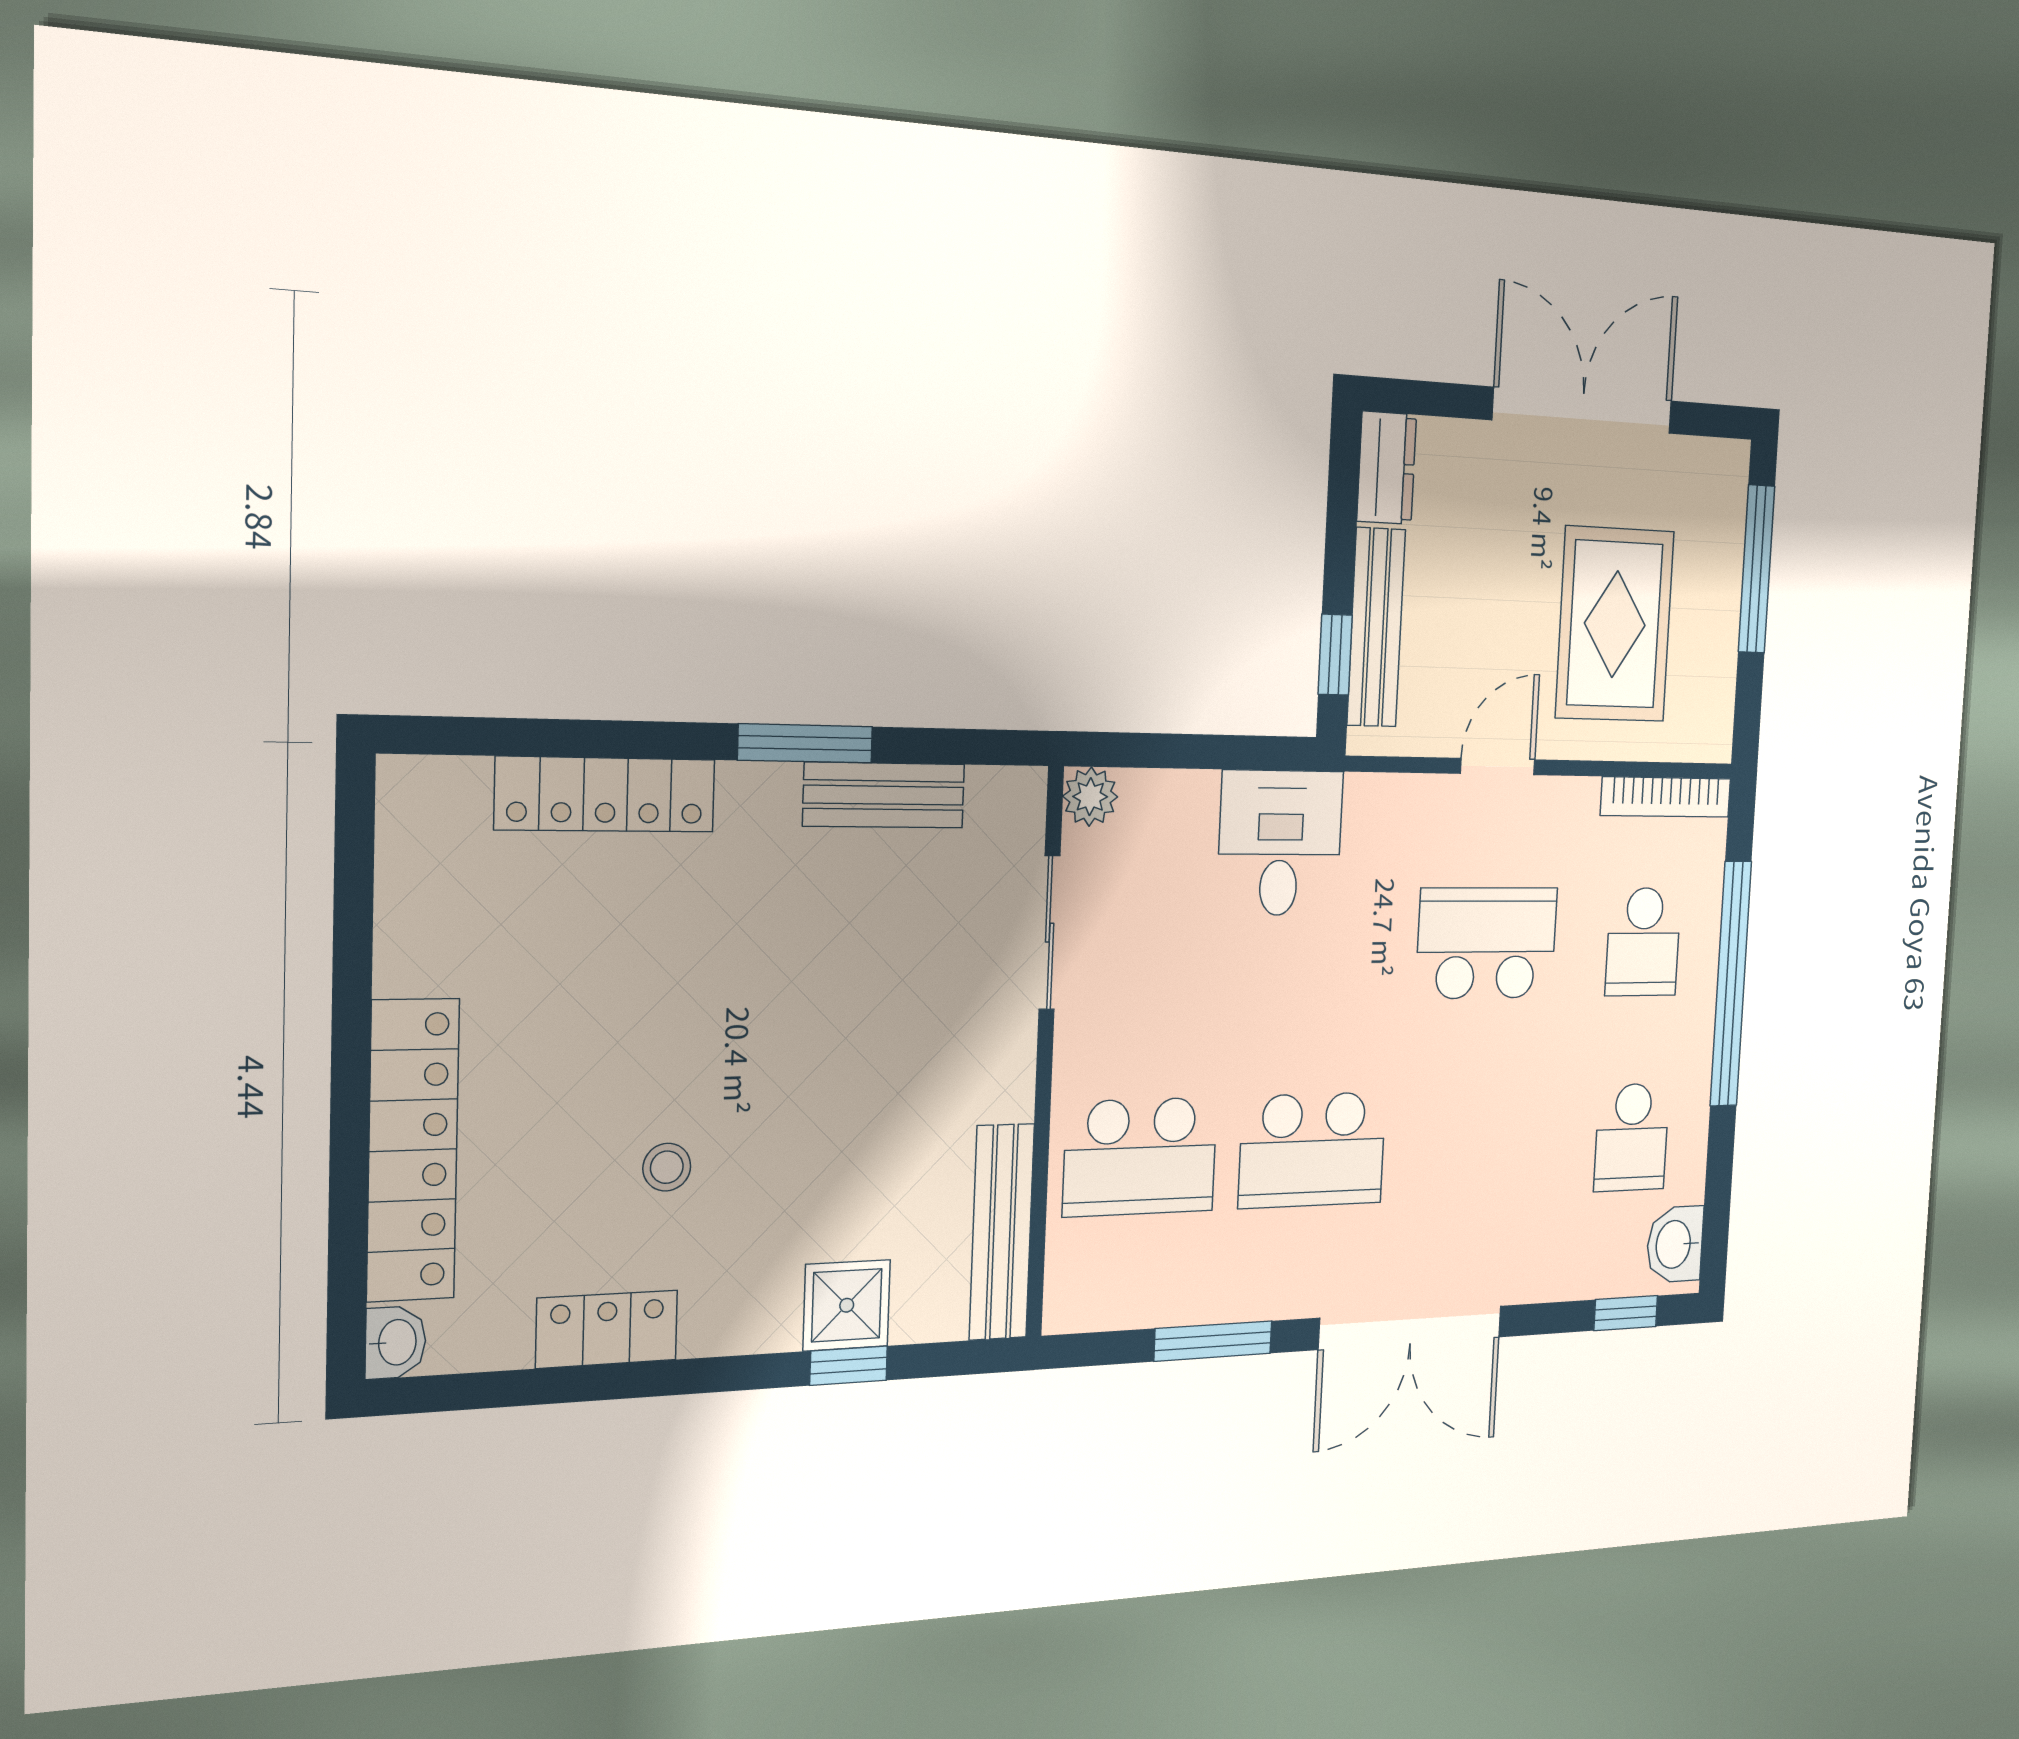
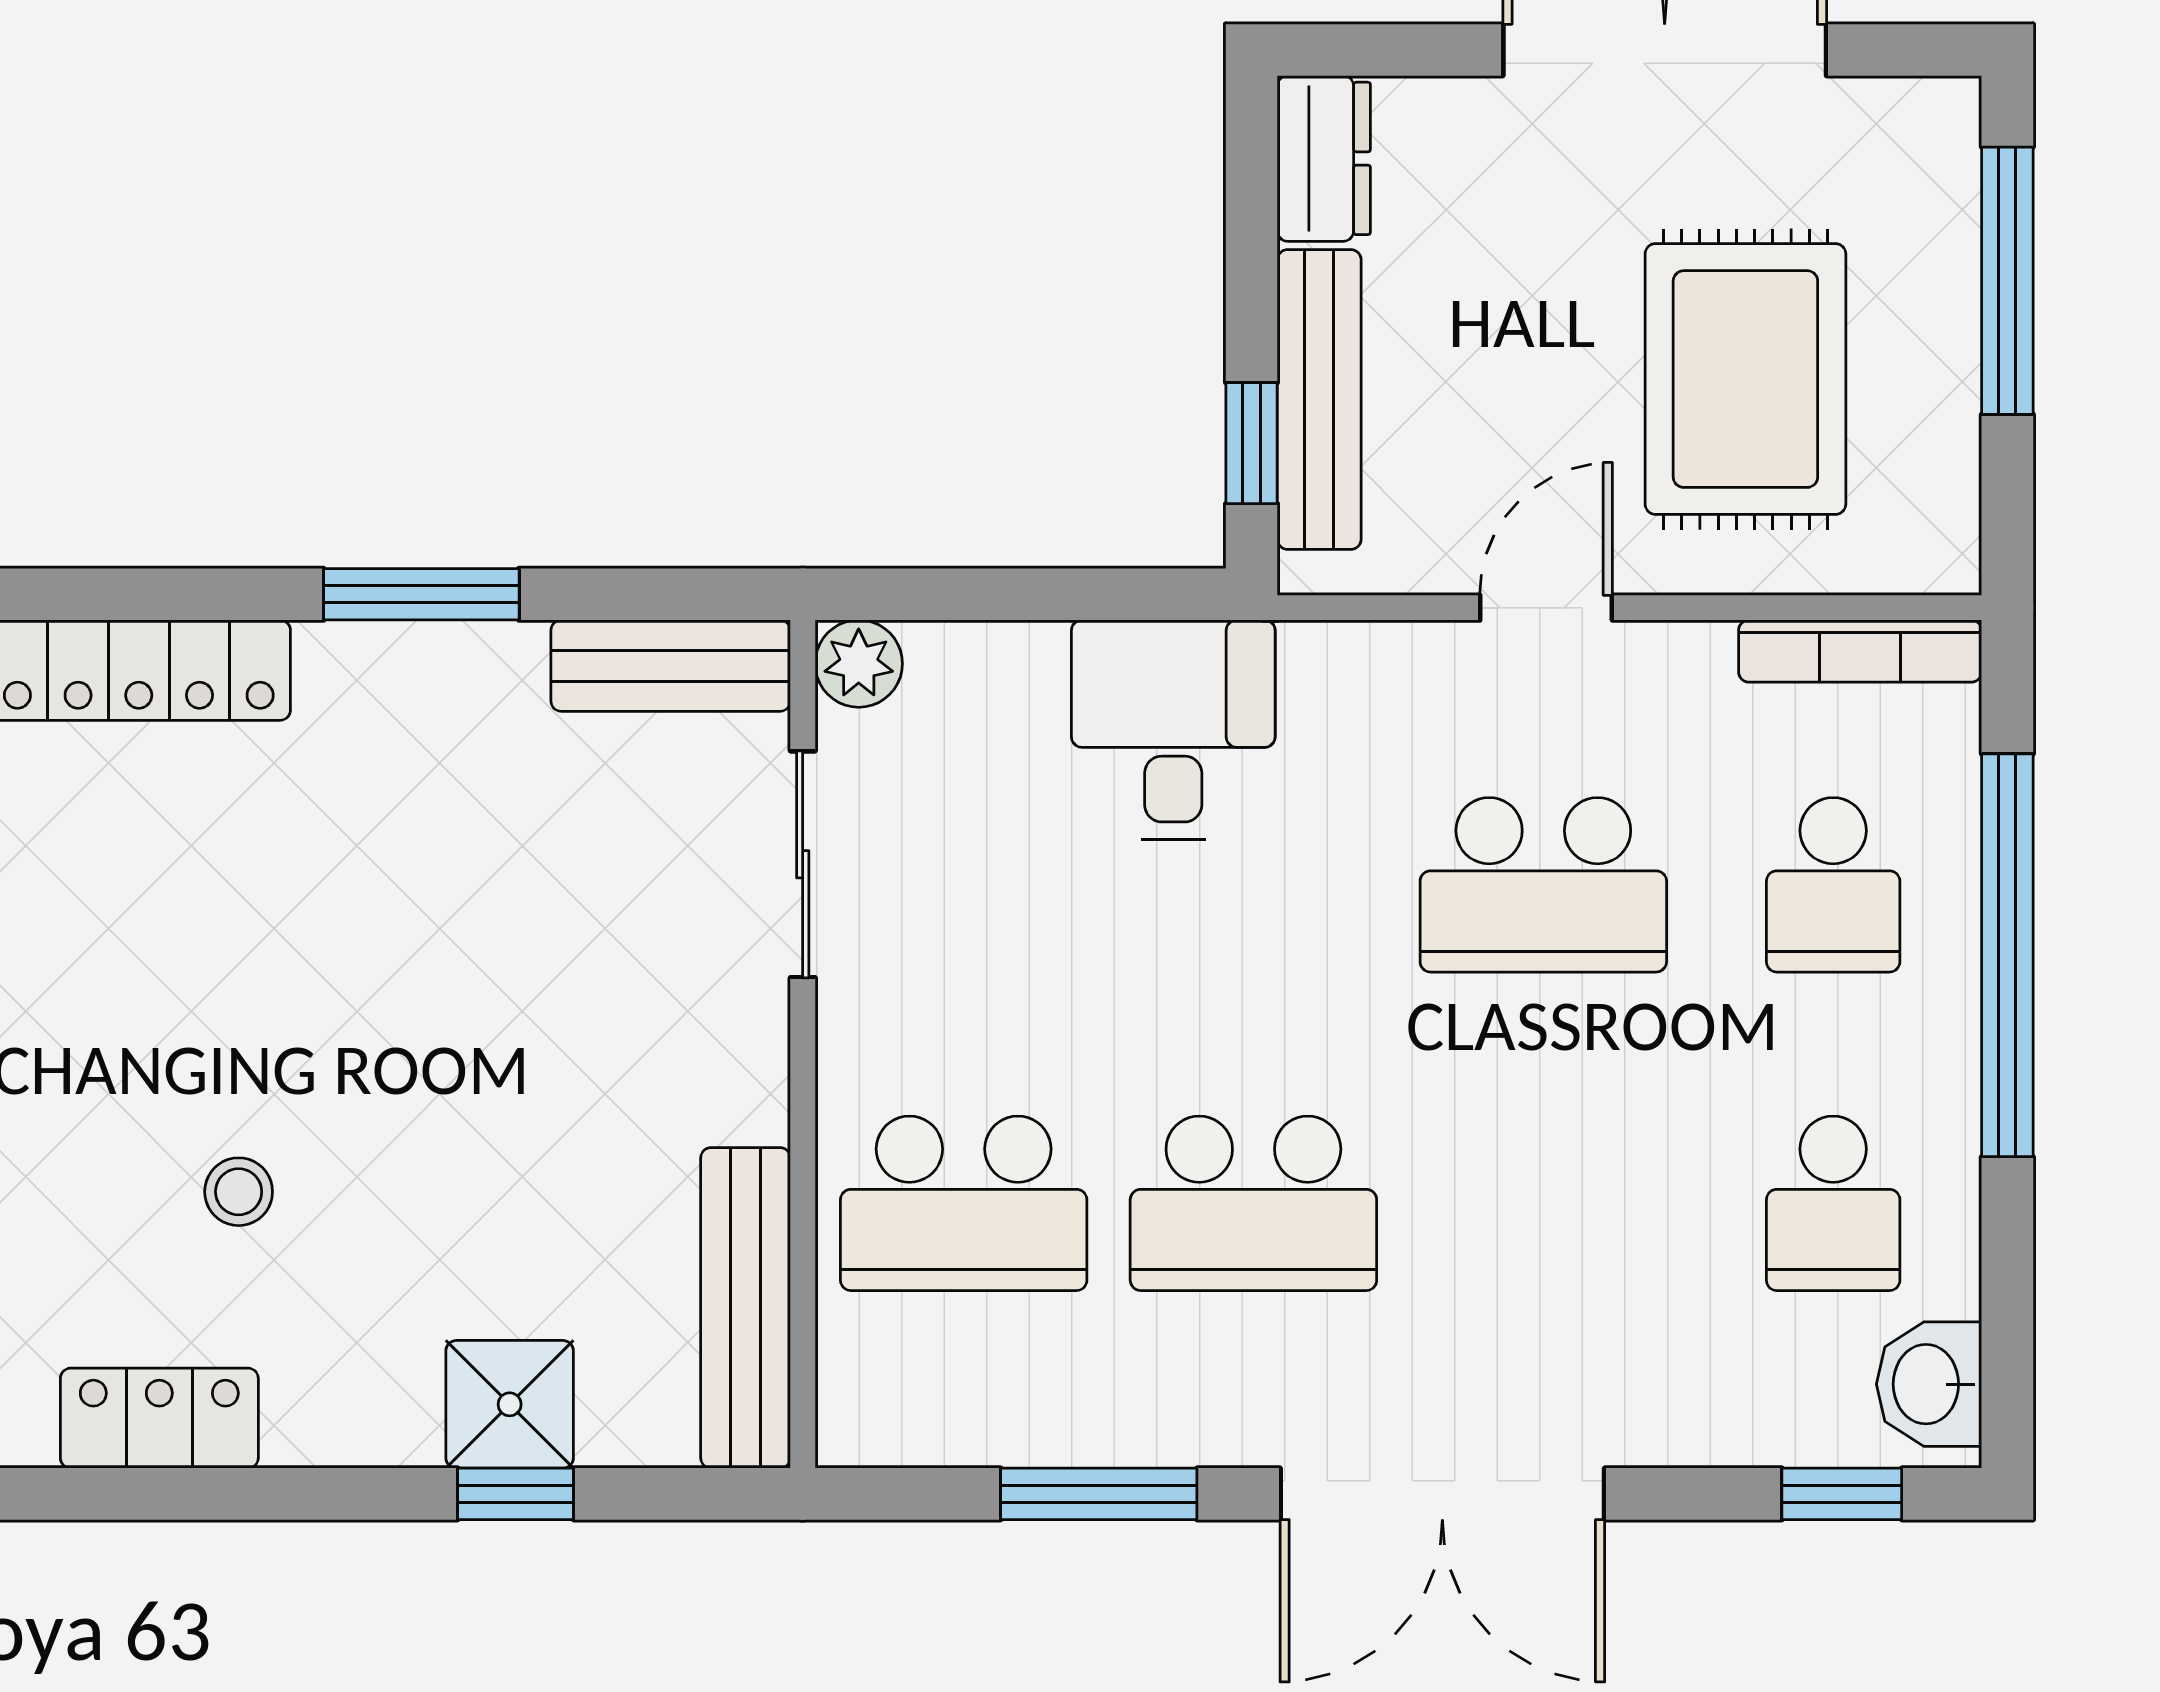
bench: (884, 795) -> (671, 666), moved
school desk: (1487, 943) -> (1543, 885), turned 180

